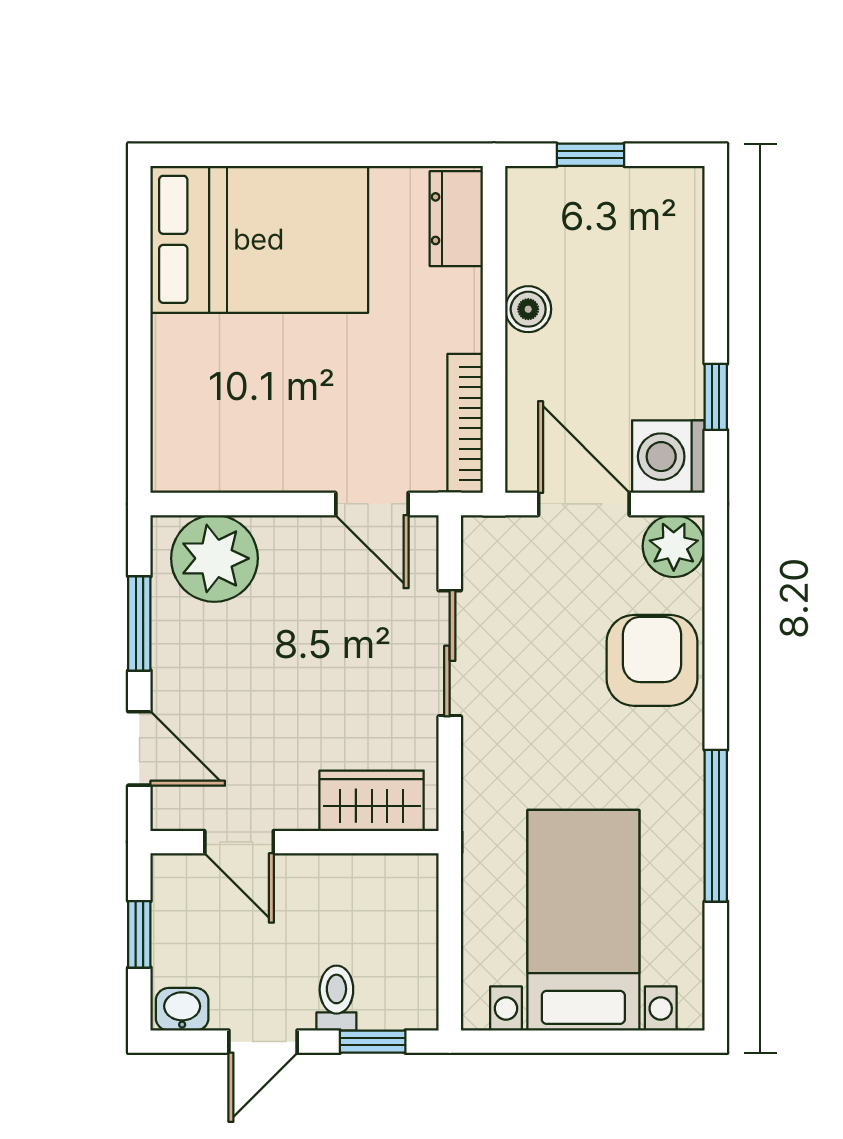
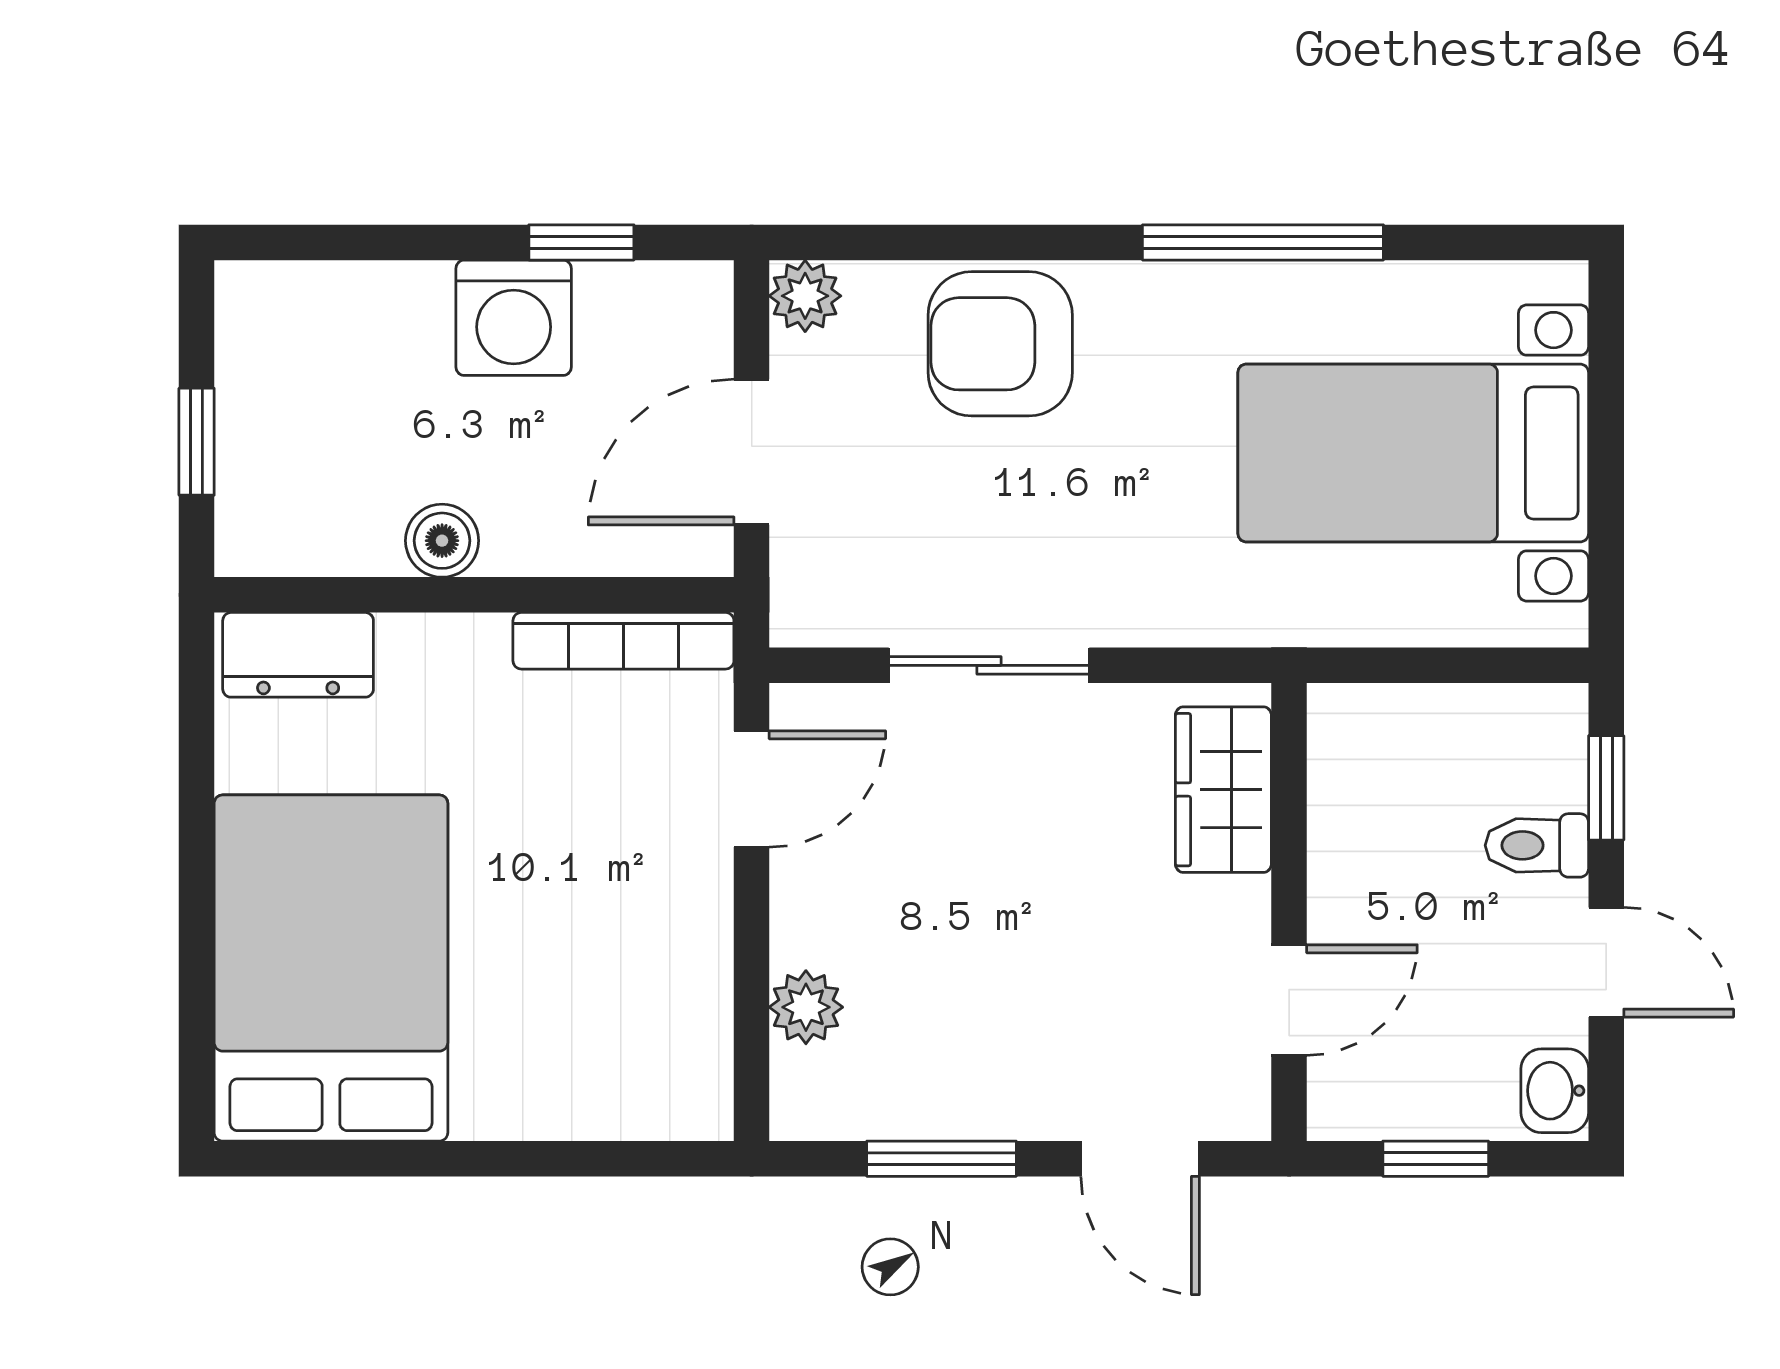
washing machine: (668, 457) -> (514, 318), moved
plant: (674, 546) -> (805, 296), width x0.73, depth x0.73
plant: (214, 558) -> (806, 1007), width x0.53, depth x0.53
door: (139, 748) -> (1140, 1159), swing flipped

